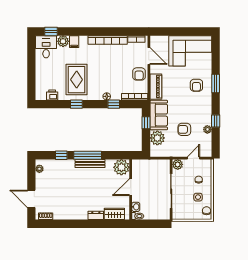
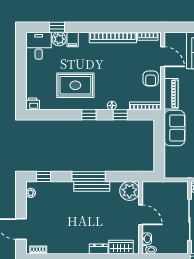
window: (51, 31) -> (57, 27), moved
rug: (77, 80) -> (75, 85), turned 90
printer: (52, 95) -> (33, 104), moved
window: (76, 104) -> (89, 115), moved
window: (146, 123) -> (159, 137), removed
plant: (157, 138) -> (173, 156), removed
window: (61, 155) -> (43, 176), moved
door: (131, 187) -> (141, 215), swing flipped

